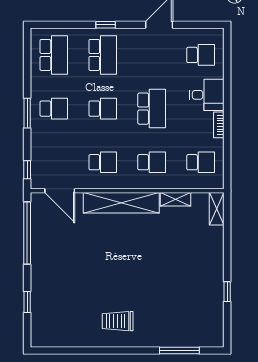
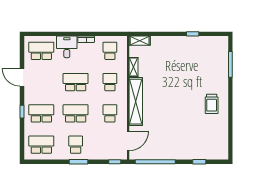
school desk: (201, 55) -> (41, 51), width x1.85
school desk: (103, 109) -> (76, 113), width x1.85

